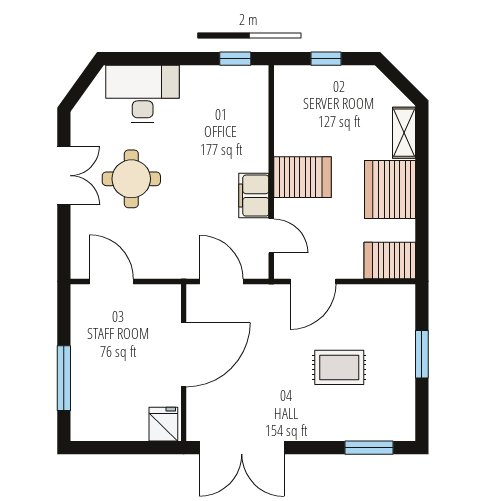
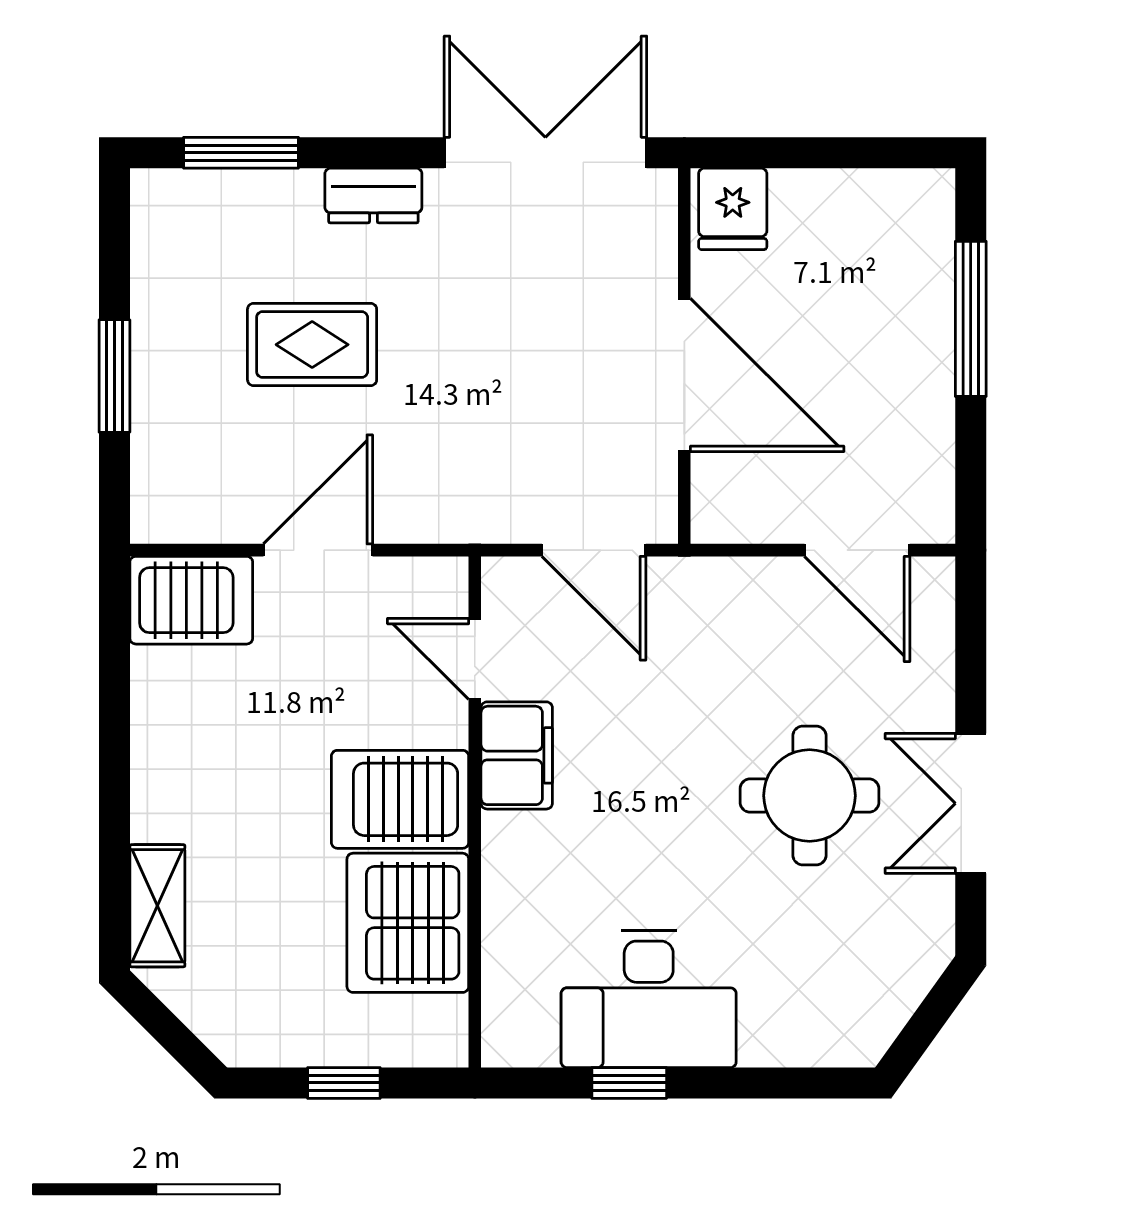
window: (235, 59) -> (629, 1083), moved
desk: (143, 94) -> (649, 999), moved
server rack: (390, 189) -> (408, 923), moved, turned 180
door: (313, 281) -> (318, 550), moved
door: (184, 355) -> (684, 375), swing flipped
dresser: (314, 430) -> (373, 195), added

